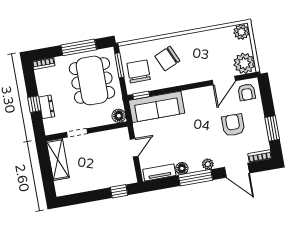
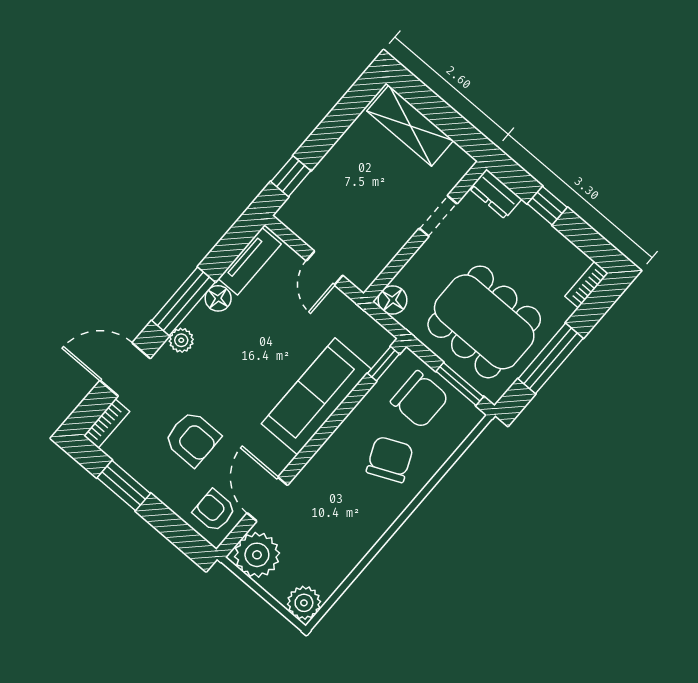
dresser: (47, 107) -> (496, 194), moved
sofa: (157, 107) -> (316, 396), moved
shelving: (58, 159) -> (410, 126), moved

